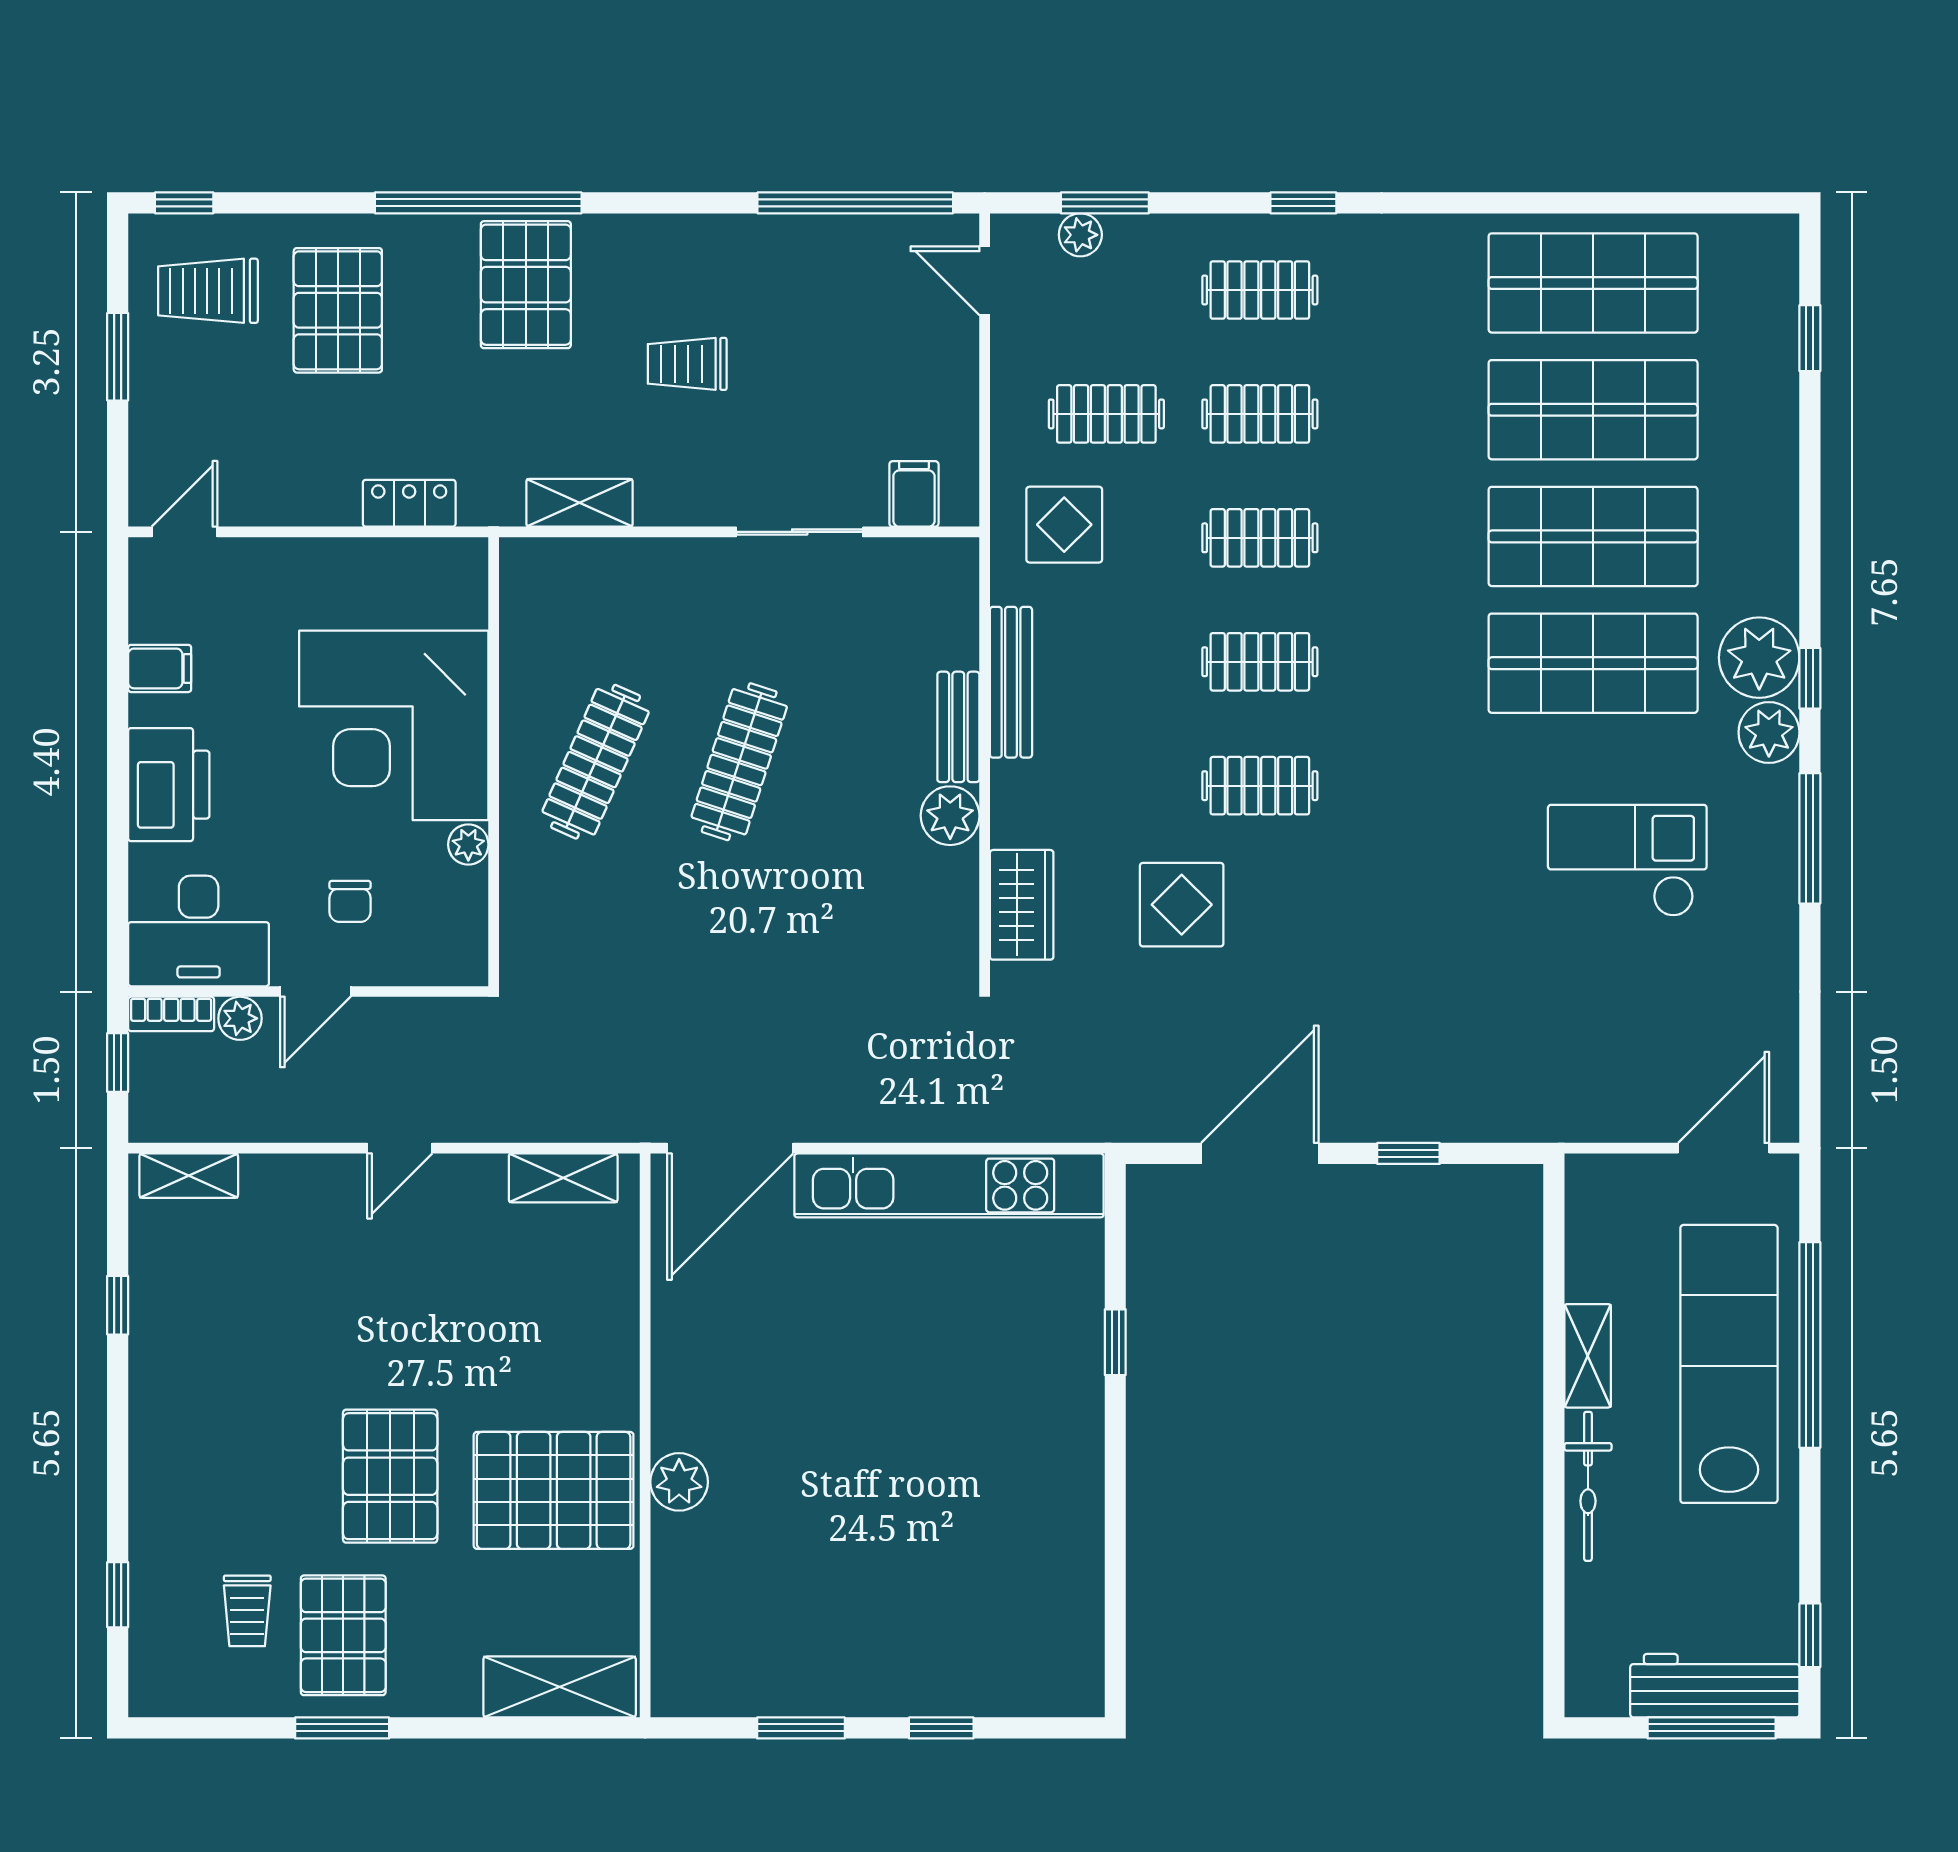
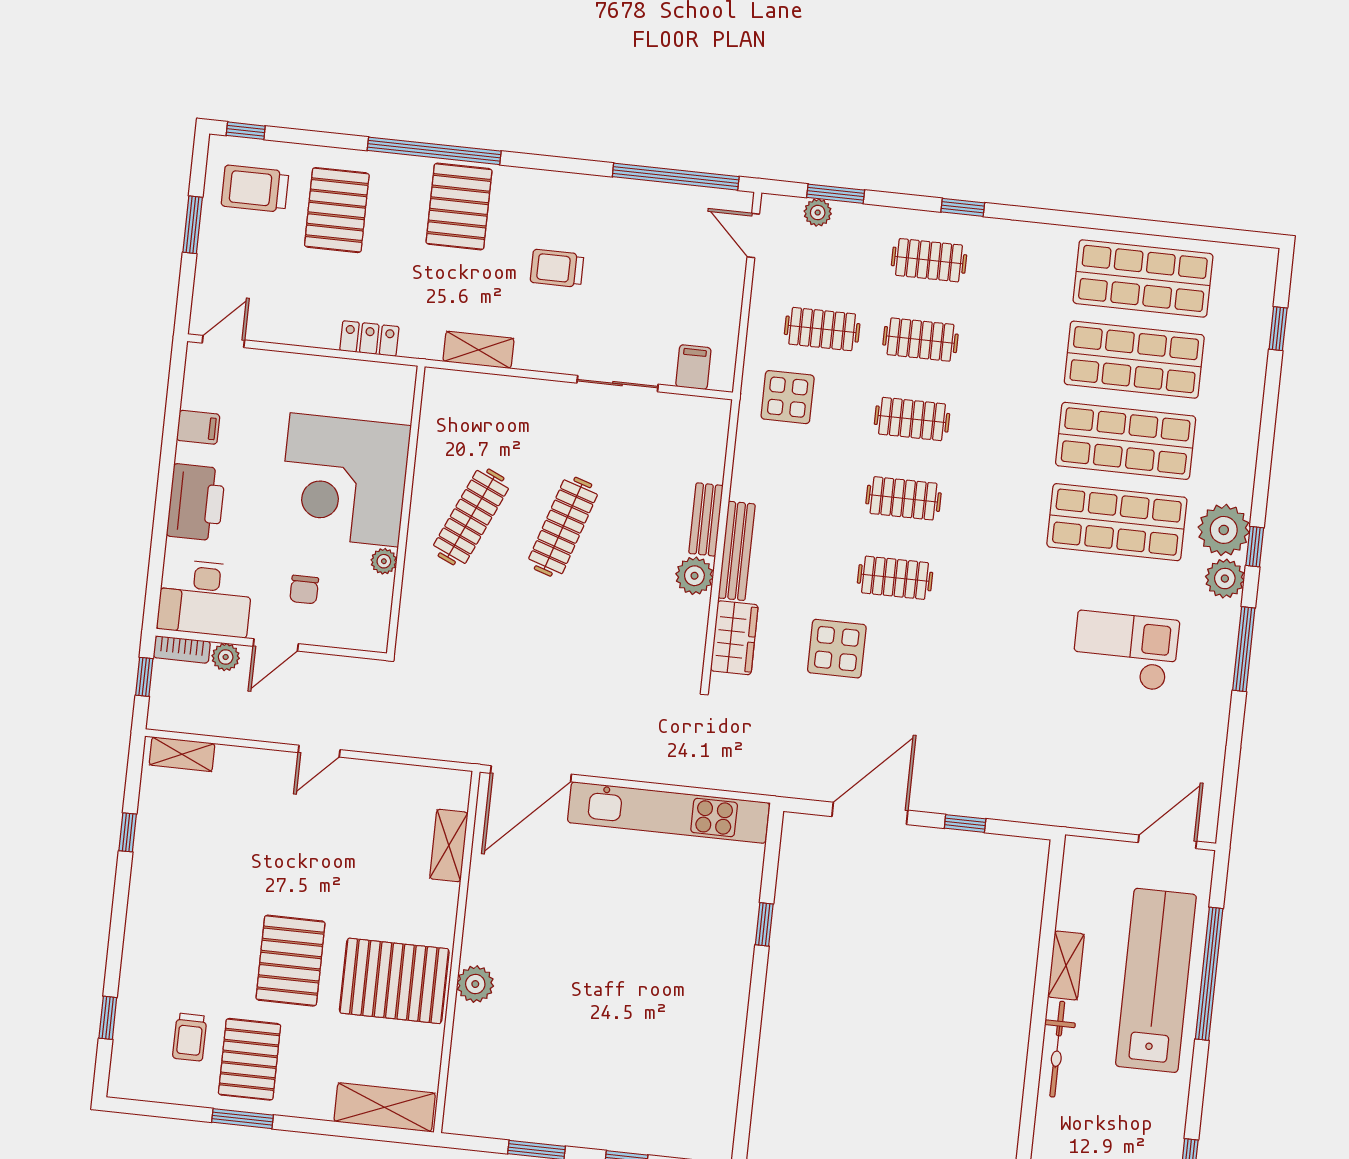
bench: (1011, 682) -> (737, 551), moved
shelving: (563, 1178) -> (449, 846), moved, turned 90

